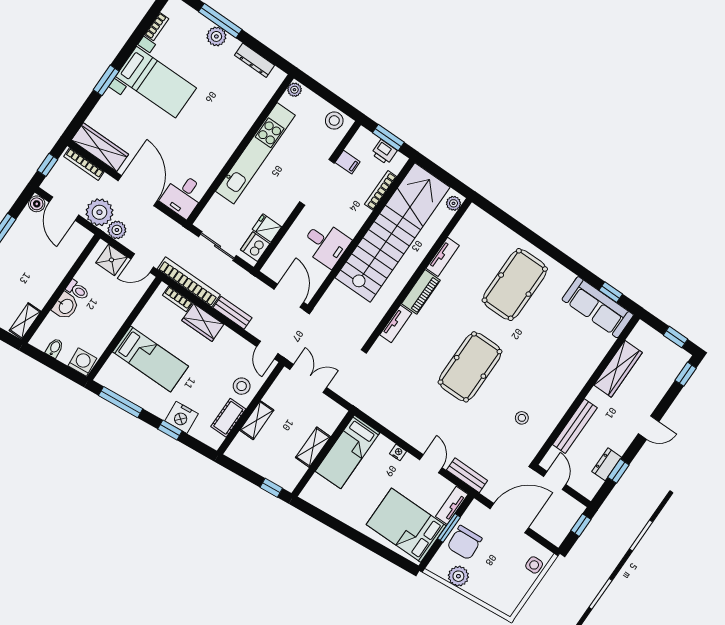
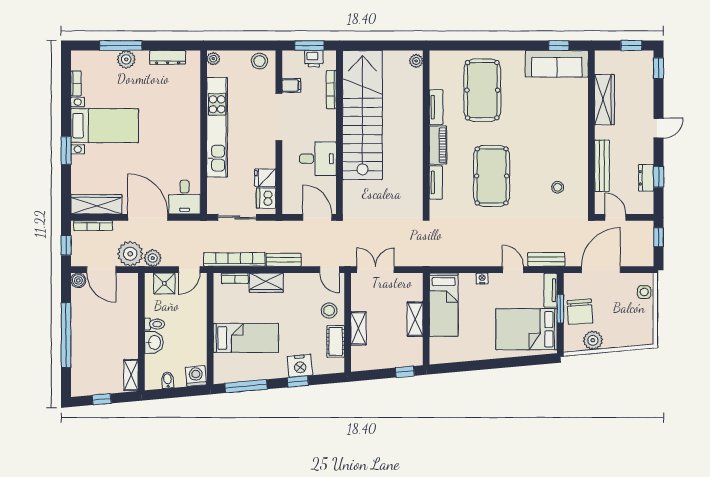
plant: (454, 203) -> (416, 61), moved
tv unit: (443, 257) -> (436, 107), moved
wall: (418, 273) -> (426, 132), moved
piano: (421, 292) -> (438, 145), moved
tv unit: (396, 324) -> (436, 182), moved

